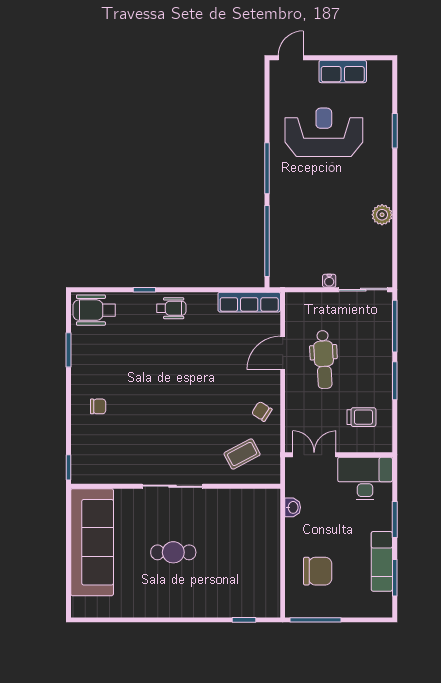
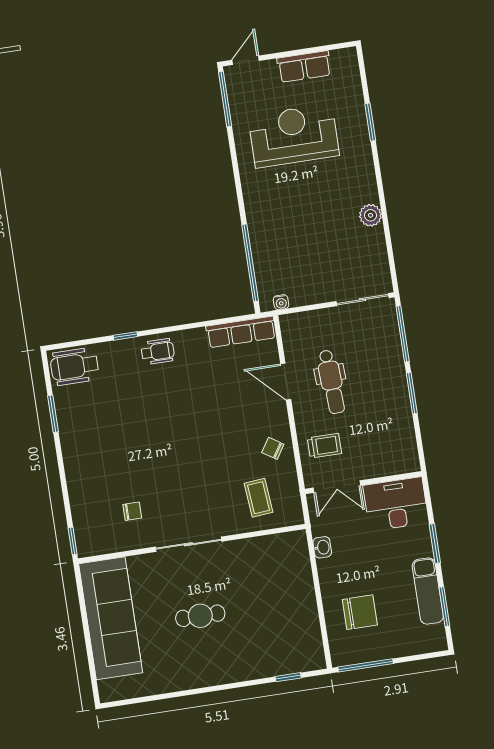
window: (267, 168) -> (225, 99), moved
water cooler: (329, 281) -> (281, 302), moved
door: (283, 353) -> (286, 382), hinge flipped
chair: (98, 406) -> (132, 511), moved
trolley: (361, 417) -> (324, 446), moved
coffee table: (242, 454) -> (258, 498), turned -67
double door: (314, 455) -> (337, 487), swing flipped

